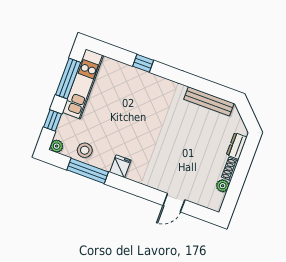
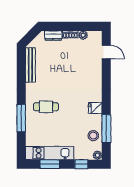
window: (143, 63) -> (21, 118), width x2.17
window: (68, 79) -> (50, 164), width x0.69
cafe table: (146, 102) -> (46, 107), added
door: (174, 203) -> (106, 52), moved

